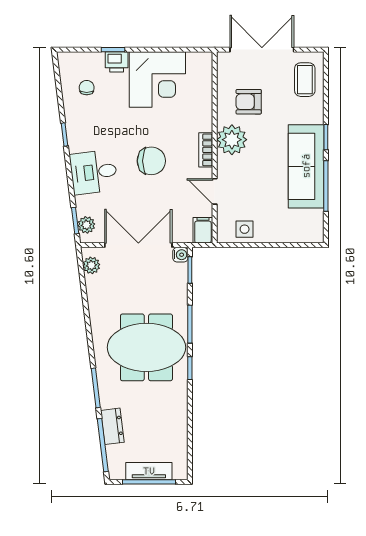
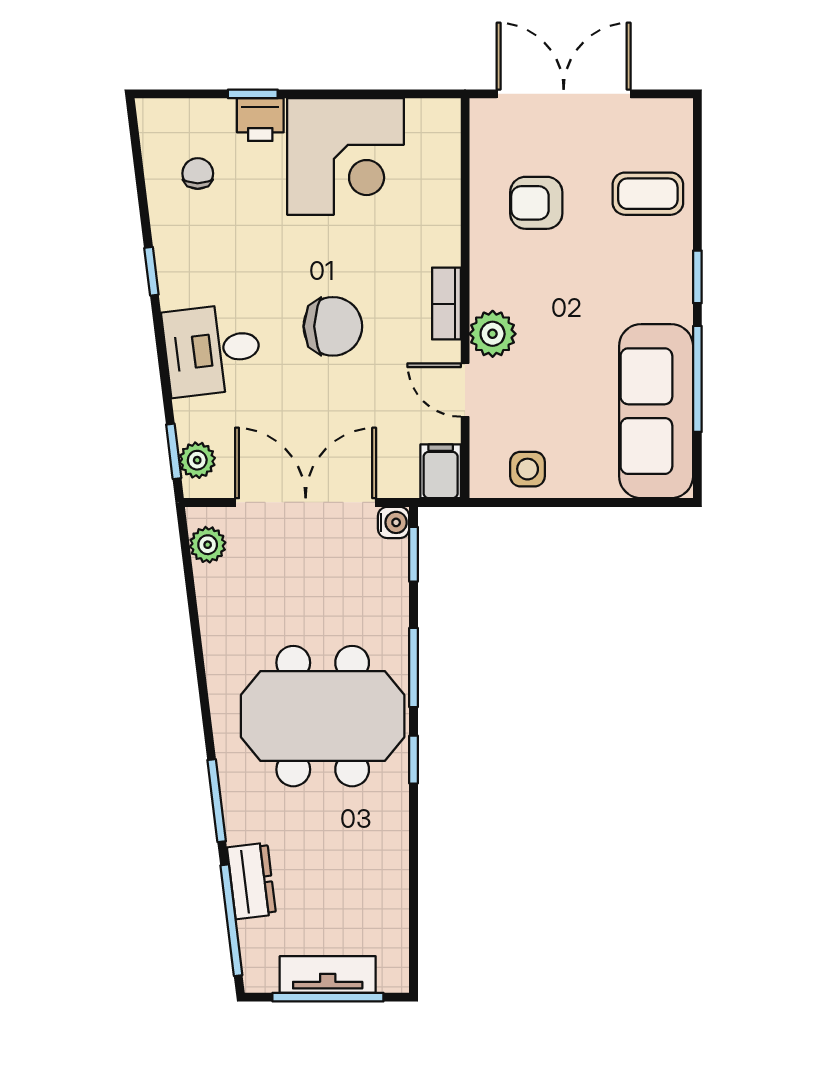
coffee table: (305, 80) -> (648, 194), moved, turned 90
plant: (232, 140) -> (493, 334), moved, width x0.73, depth x0.73
sofa: (306, 166) -> (656, 411), moved

